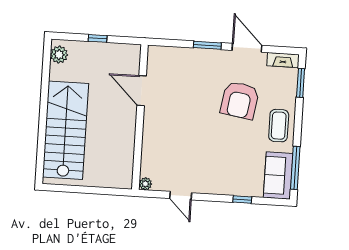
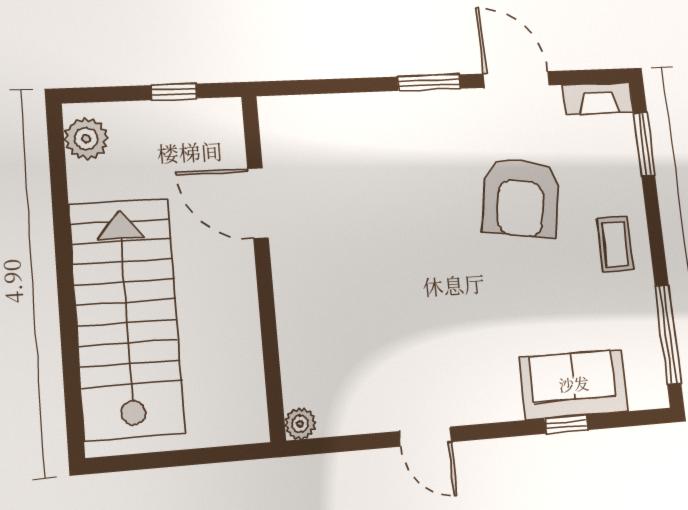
door: (142, 91) -> (258, 203), moved
wall: (140, 117) -> (263, 266), moved
coffee table: (279, 126) -> (615, 244), width x0.73, depth x0.77
sofa: (278, 175) -> (574, 384), moved, turned 90
plant: (145, 184) -> (300, 424), moved

